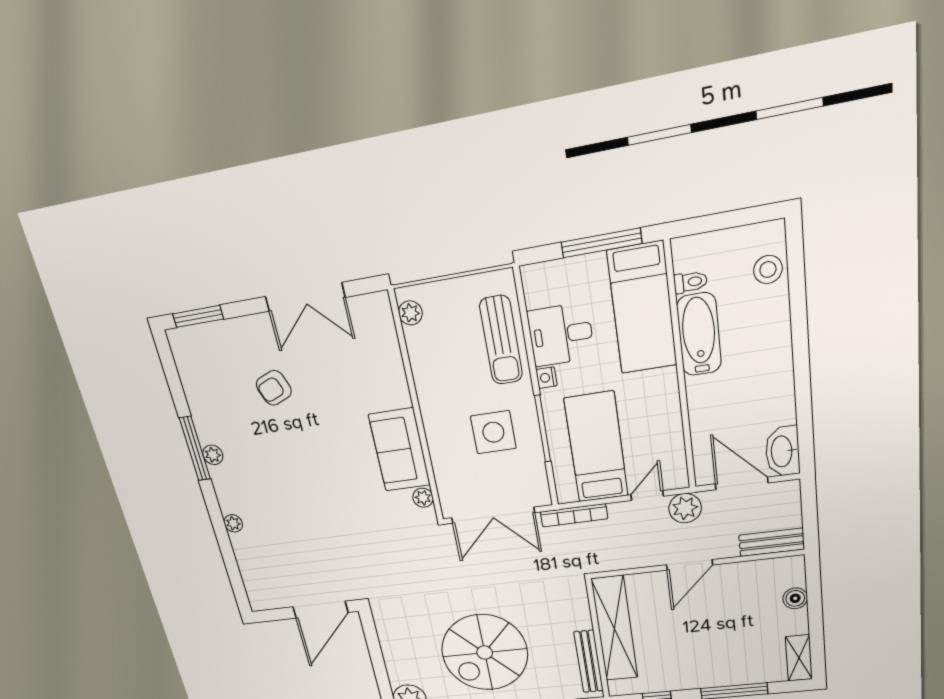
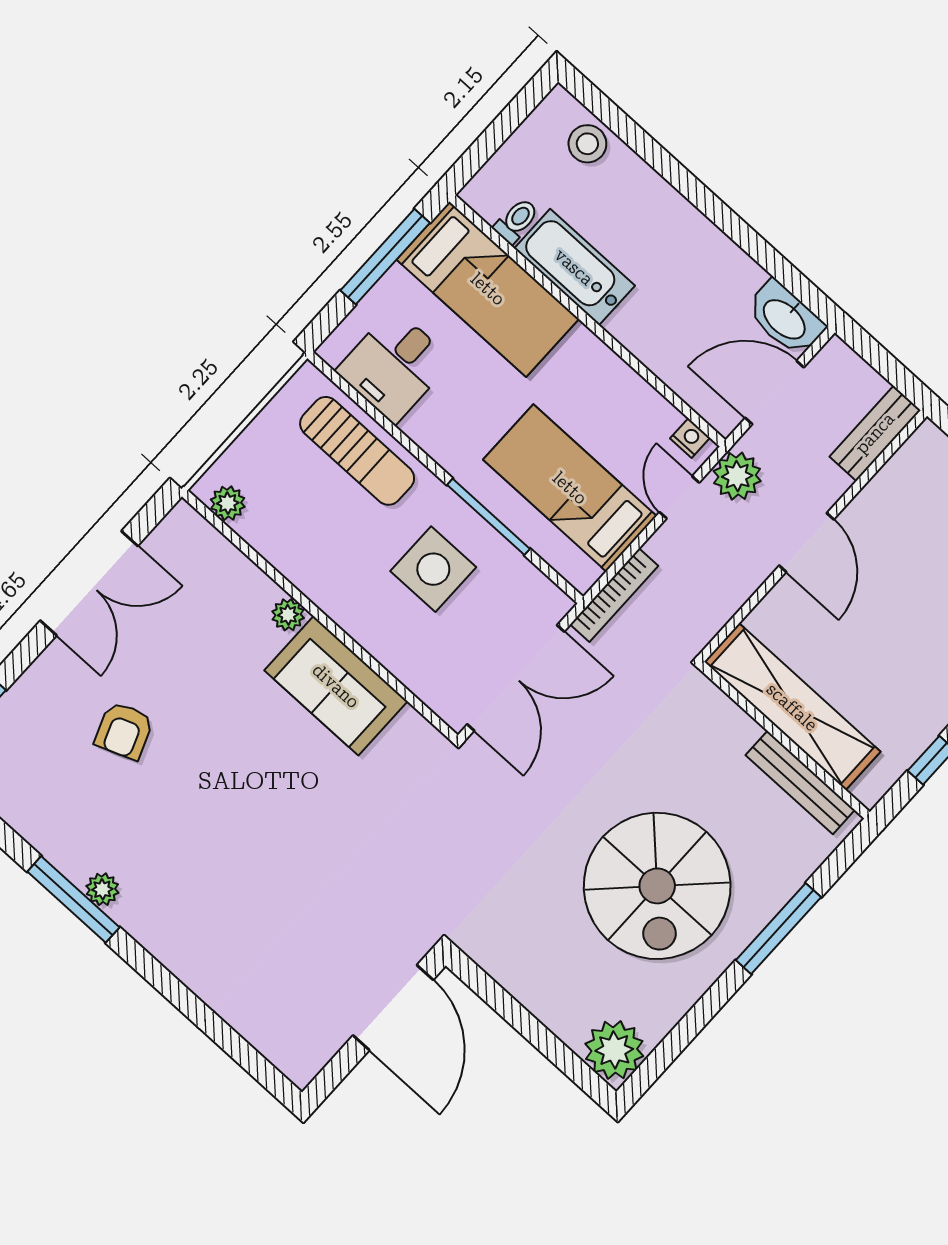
desk: (561, 335) -> (394, 366), moved
nightstand: (546, 378) -> (690, 438), moved, turned 180
plant: (423, 498) -> (288, 615), moved
plant: (233, 523) -> (191, 971), removed

